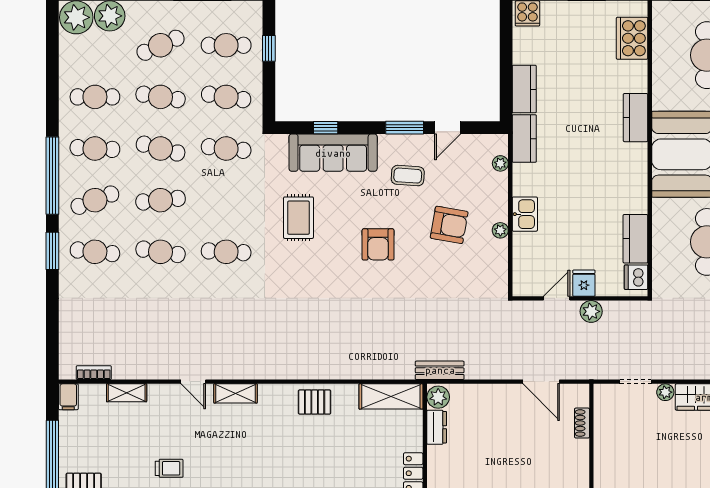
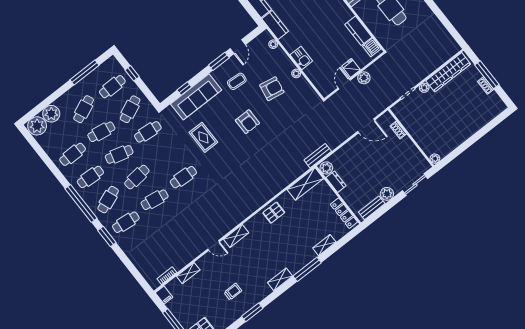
cafe table: (226, 97) -> (130, 109), turned -33

